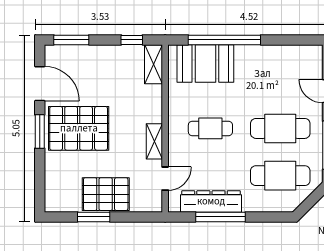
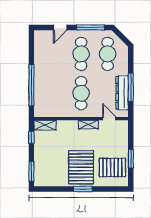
booth: (205, 63) -> (45, 96), removed
door: (40, 84) -> (56, 189), removed
cafe table: (210, 128) -> (81, 93), width x1.37, depth x1.35
pallet: (106, 194) -> (112, 167), moved, turned 90

